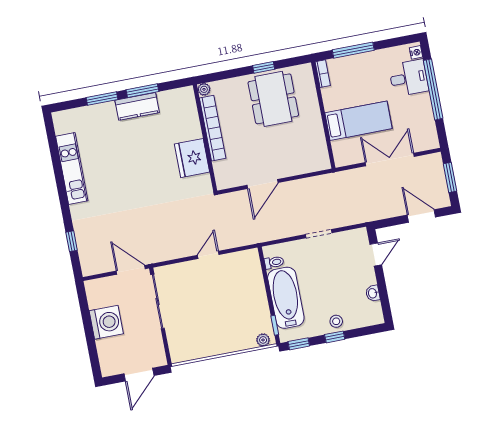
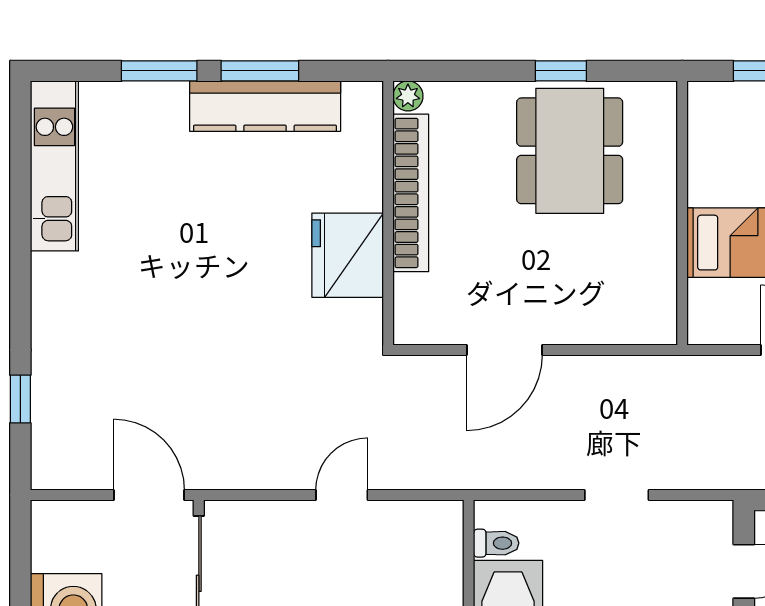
bookcase: (323, 74) -> (700, 113), removed
kitchen counter: (137, 106) -> (265, 106), width x1.50
kitchen unit: (72, 168) -> (54, 166), moved

